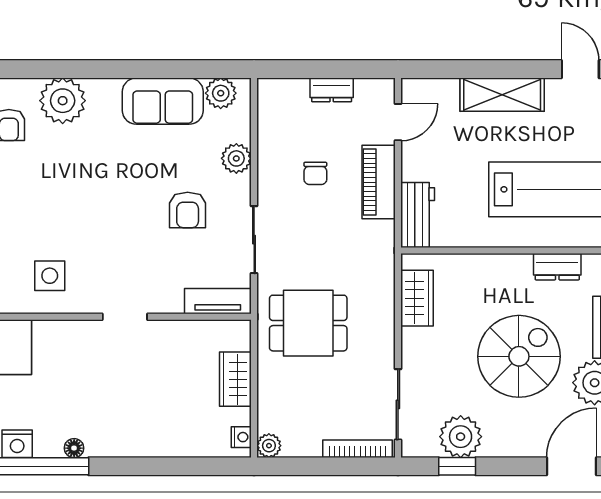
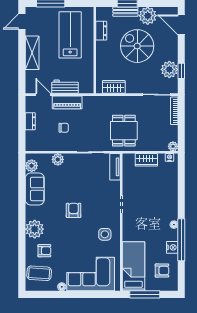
armchair: (188, 210) -> (74, 210), moved, turned -90
workbench: (418, 215) -> (65, 87), moved

